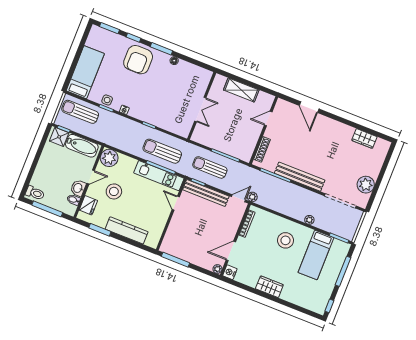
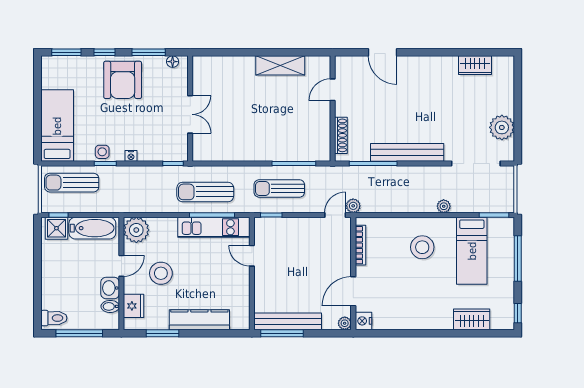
wall: (202, 106) -> (190, 109), moved
double door: (200, 110) -> (190, 114), moved
bench: (206, 193) -> (288, 321), moved
wardrobe: (269, 287) -> (472, 319), moved

